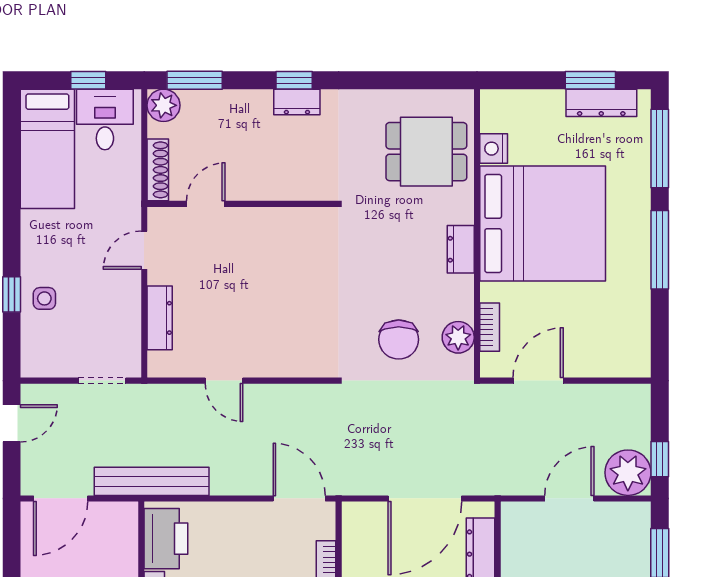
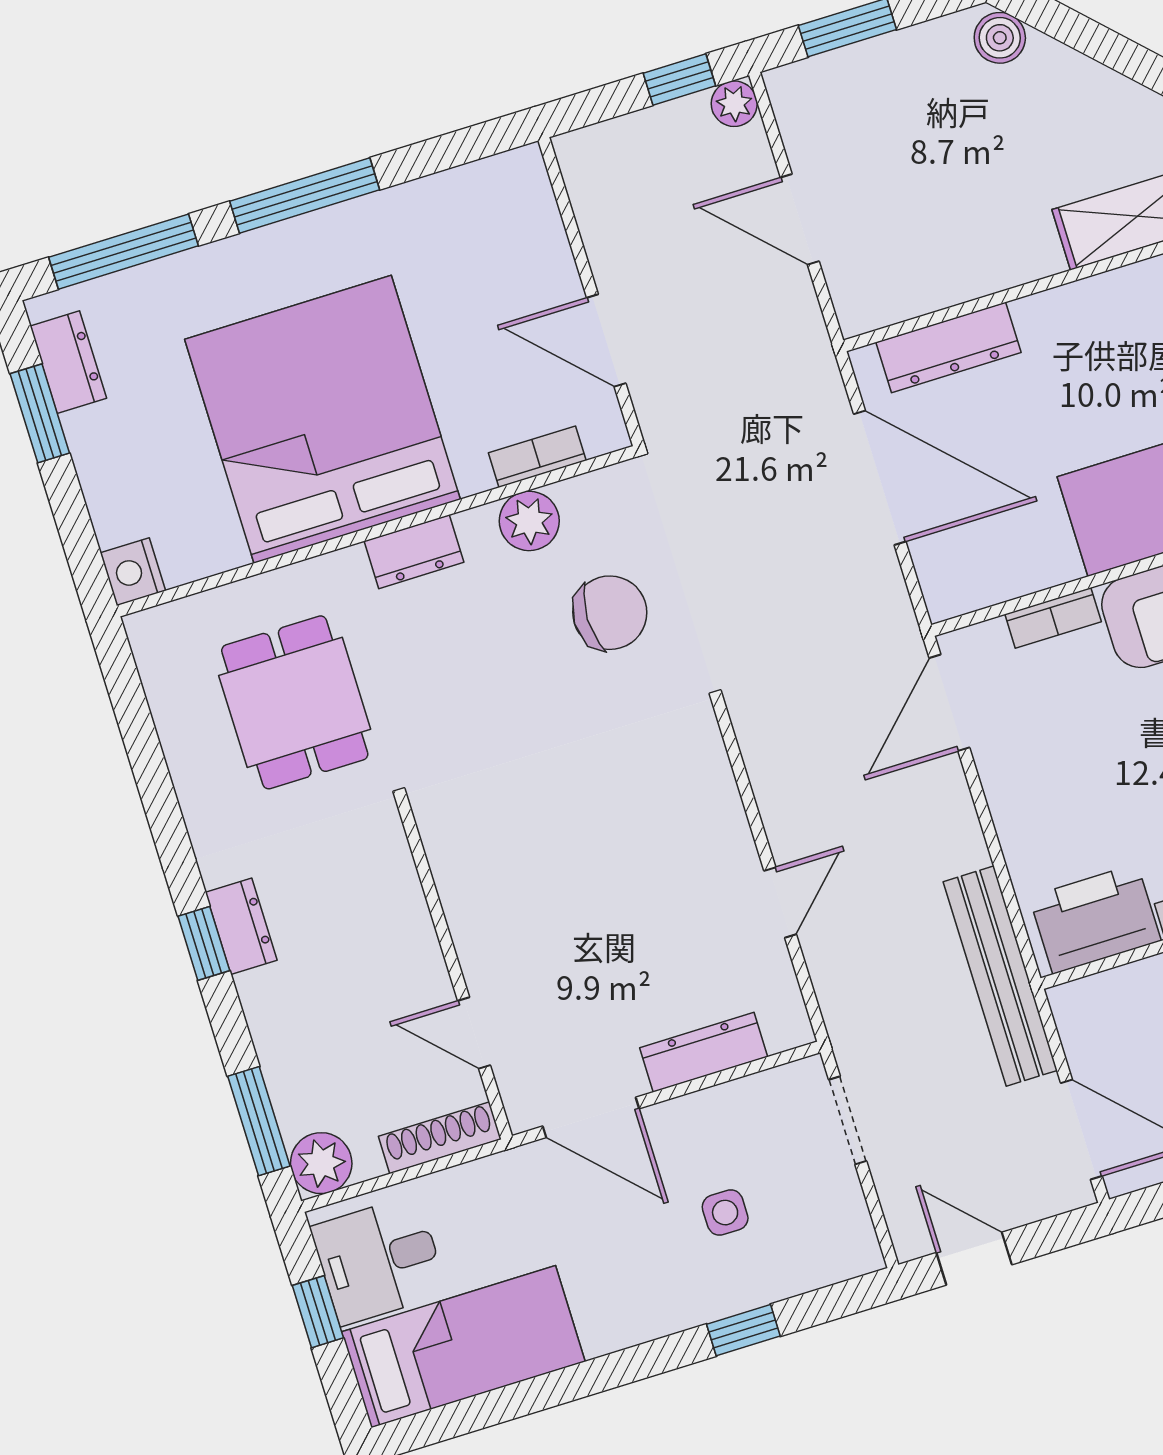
dresser: (601, 103) -> (68, 362), width x0.70
nightstand: (494, 149) -> (133, 572), moved, turned 90
dining table: (426, 152) -> (295, 702), moved
door: (144, 250) -> (591, 1117), width x1.38
side table: (44, 298) -> (725, 1213), moved
plant: (458, 337) -> (529, 521), moved
plant: (628, 473) -> (734, 104), width x0.53, depth x0.53

